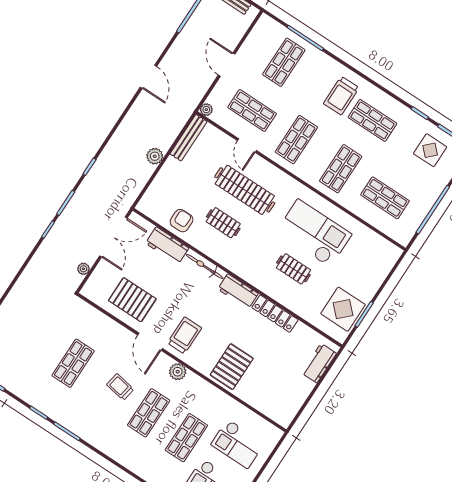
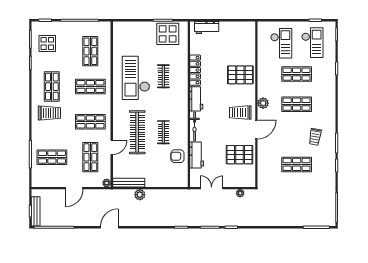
plant: (155, 156) -> (140, 195), moved
double door: (113, 237) -> (212, 188), width x0.73
pallet: (132, 300) -> (240, 155), turned 90
trolley: (120, 387) -> (315, 137), moved

